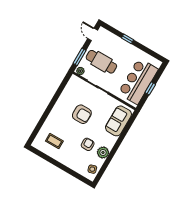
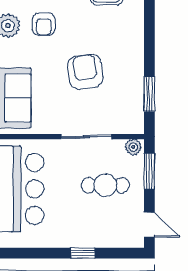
cafe table: (101, 62) -> (105, 185), width x0.73, depth x0.74
window: (61, 89) -> (149, 94), added
armchair: (82, 114) -> (85, 72), turned 82

